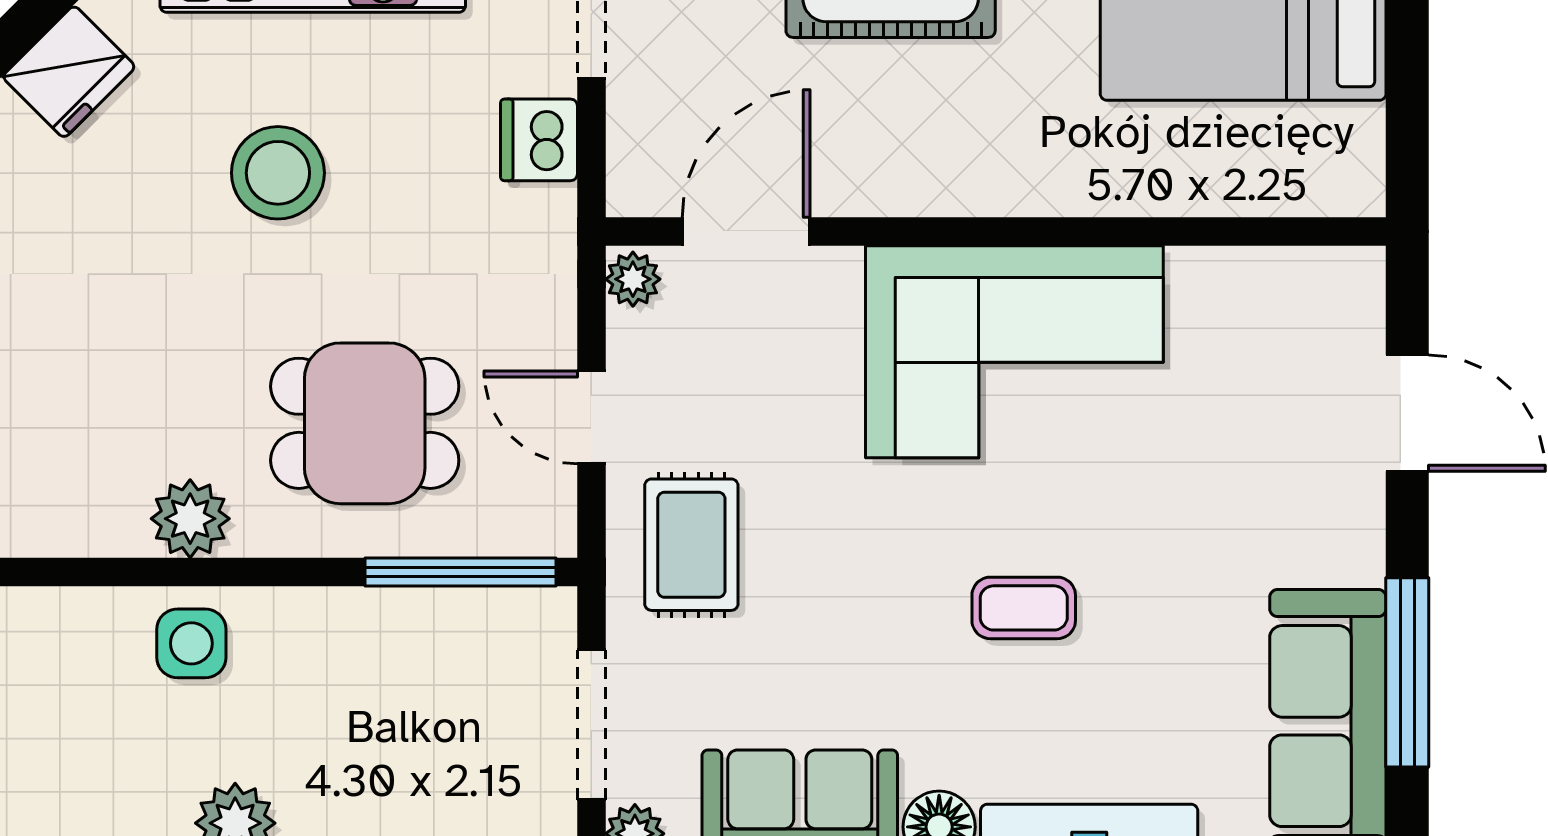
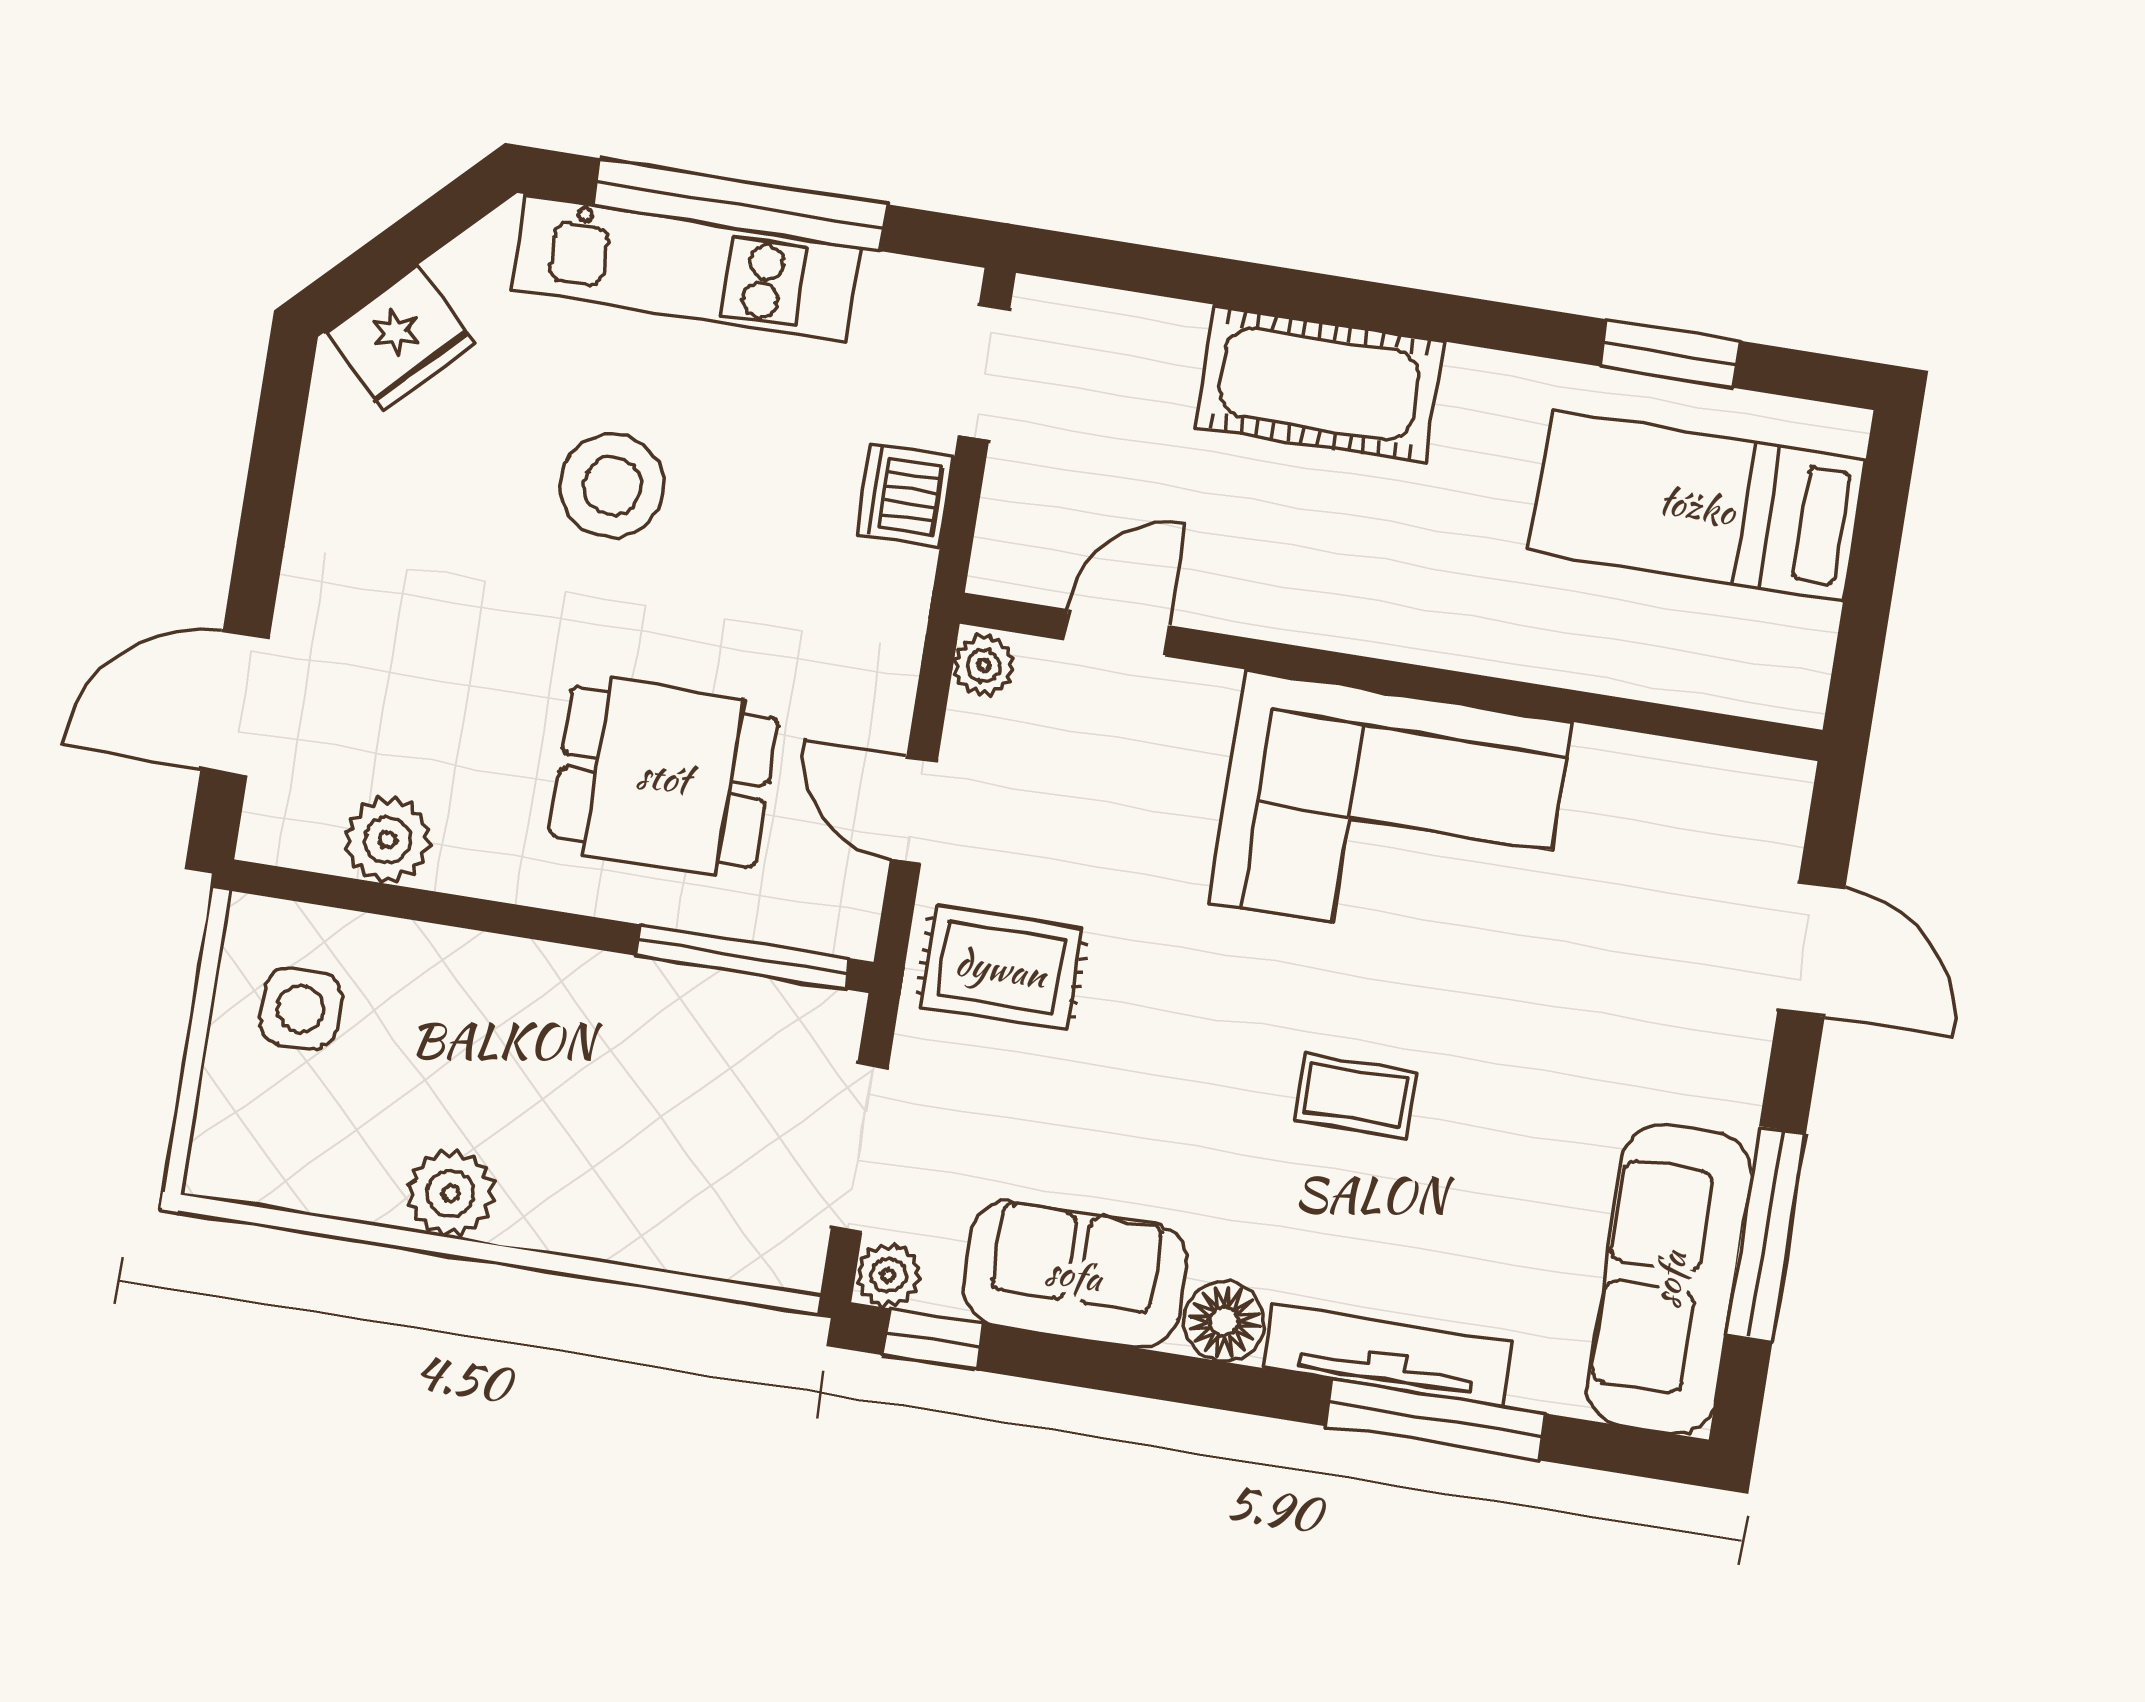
door: (746, 231) -> (1117, 633), width x0.73
plant: (190, 519) -> (388, 840), moved
rug: (691, 545) -> (1001, 968), turned 90
side table: (191, 643) -> (301, 1009), moved

